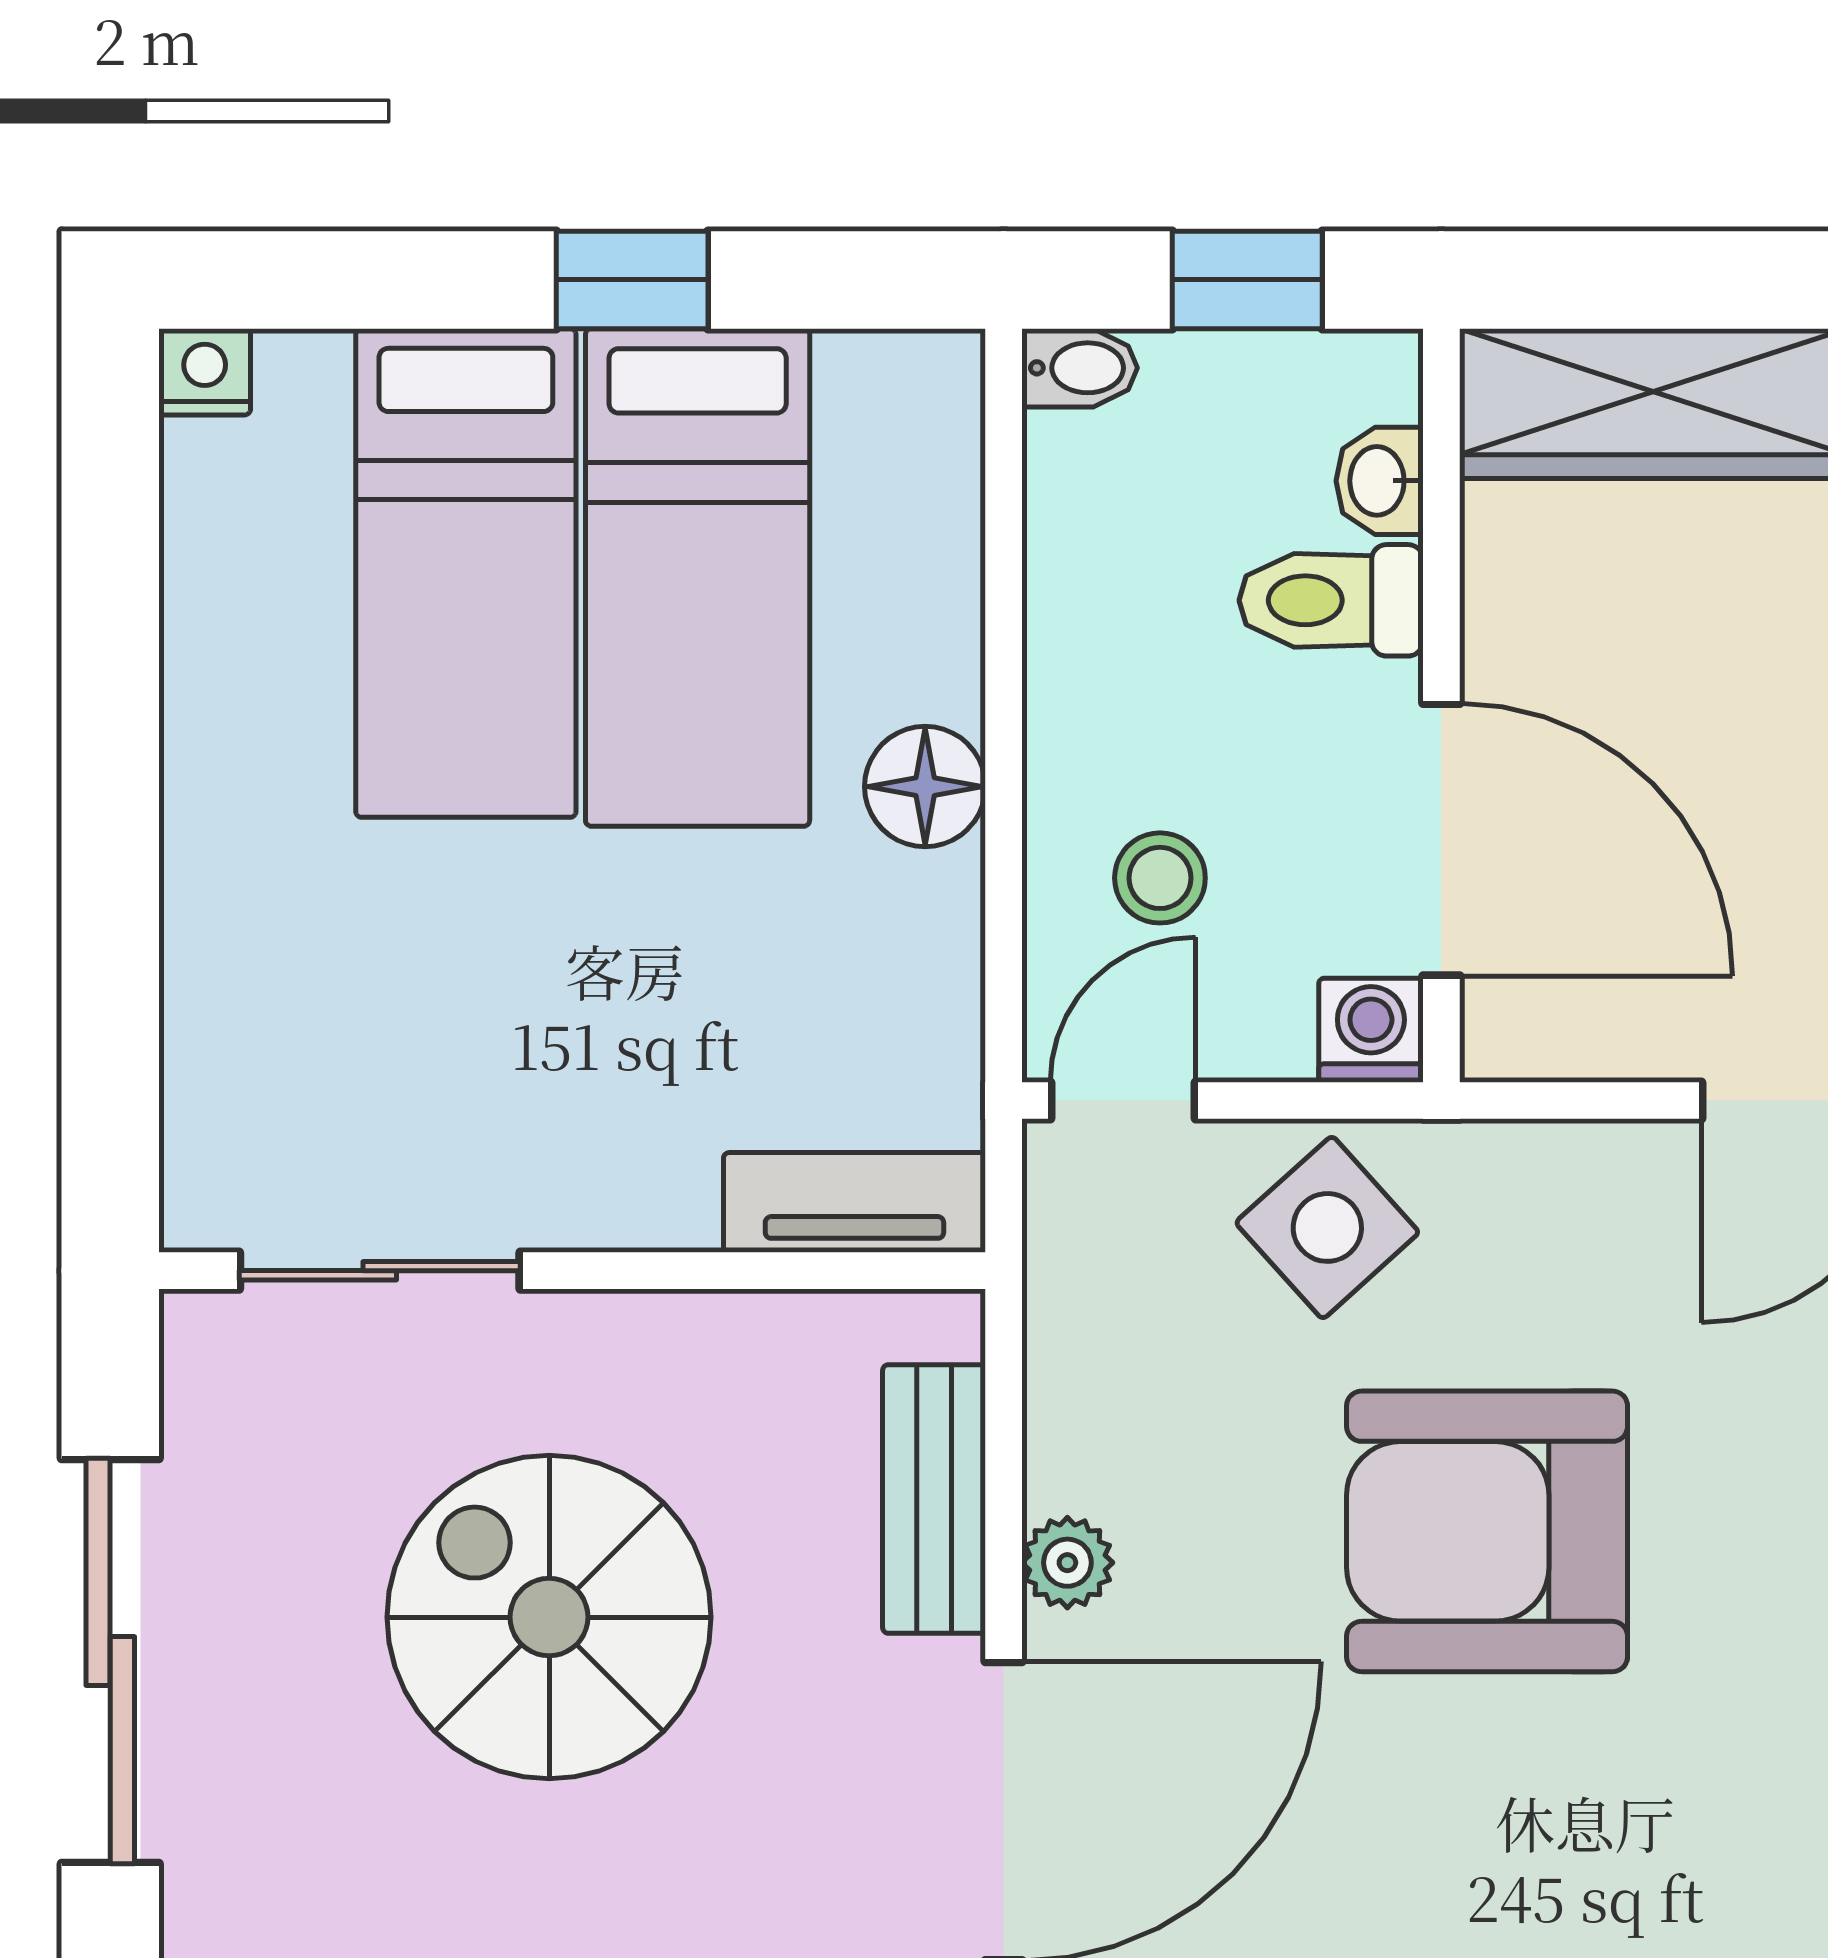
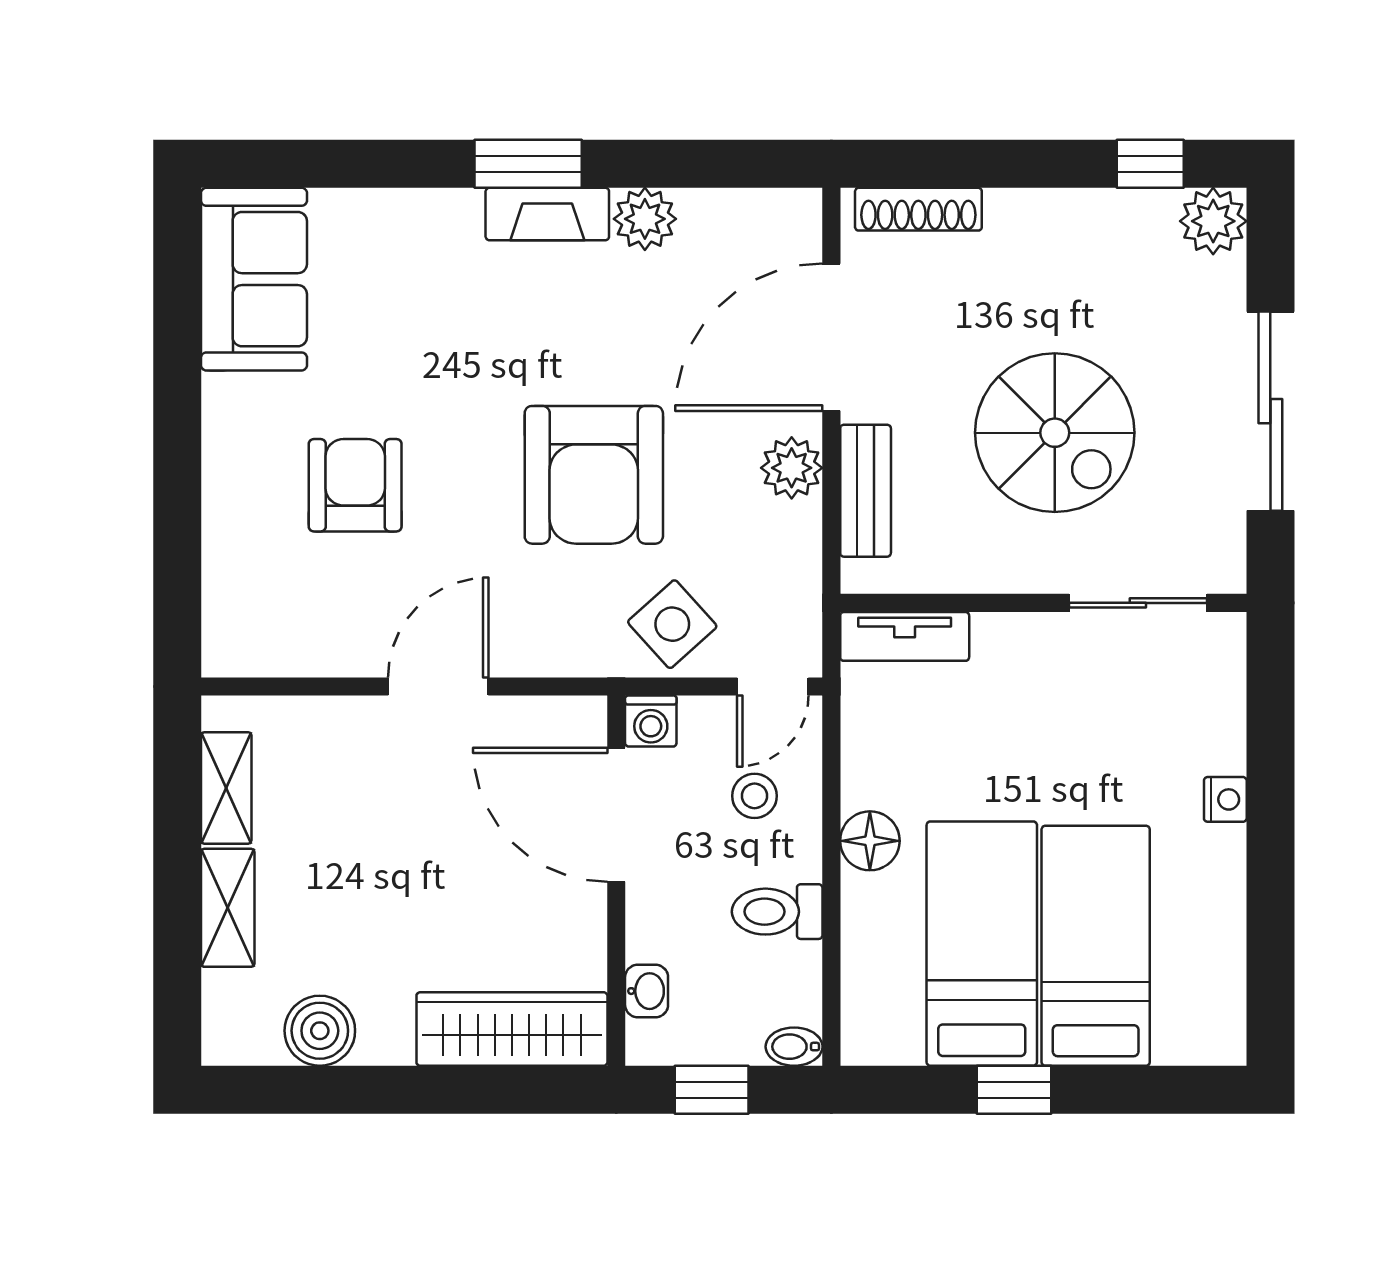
nightstand: (205, 372) -> (1225, 799), moved, turned -90
toilet: (1331, 600) -> (777, 912), moved, turned 180
armchair: (1487, 1531) -> (594, 475), turned 90
plant: (1067, 1563) -> (792, 468), width x1.38, depth x1.38

